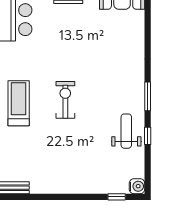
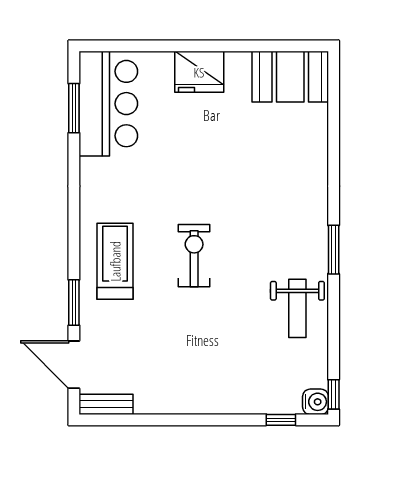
weight bench: (126, 131) -> (297, 308), turned 180
window: (148, 136) -> (334, 394), moved

